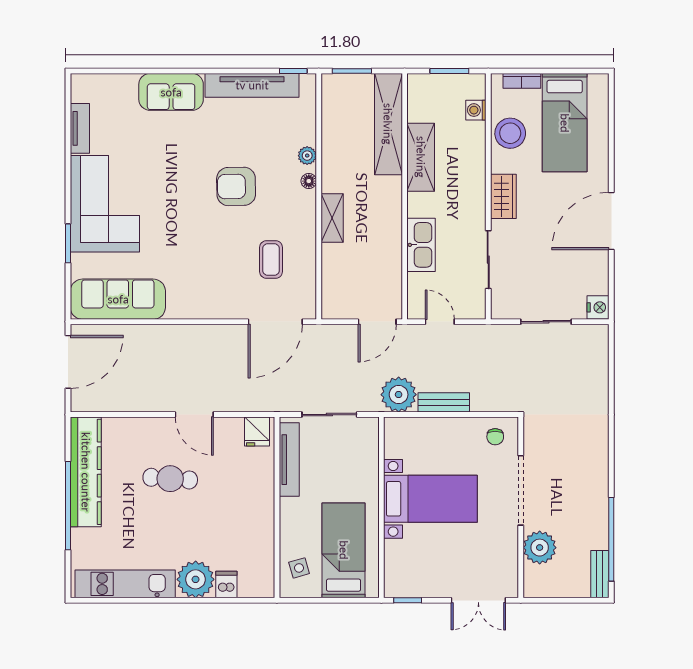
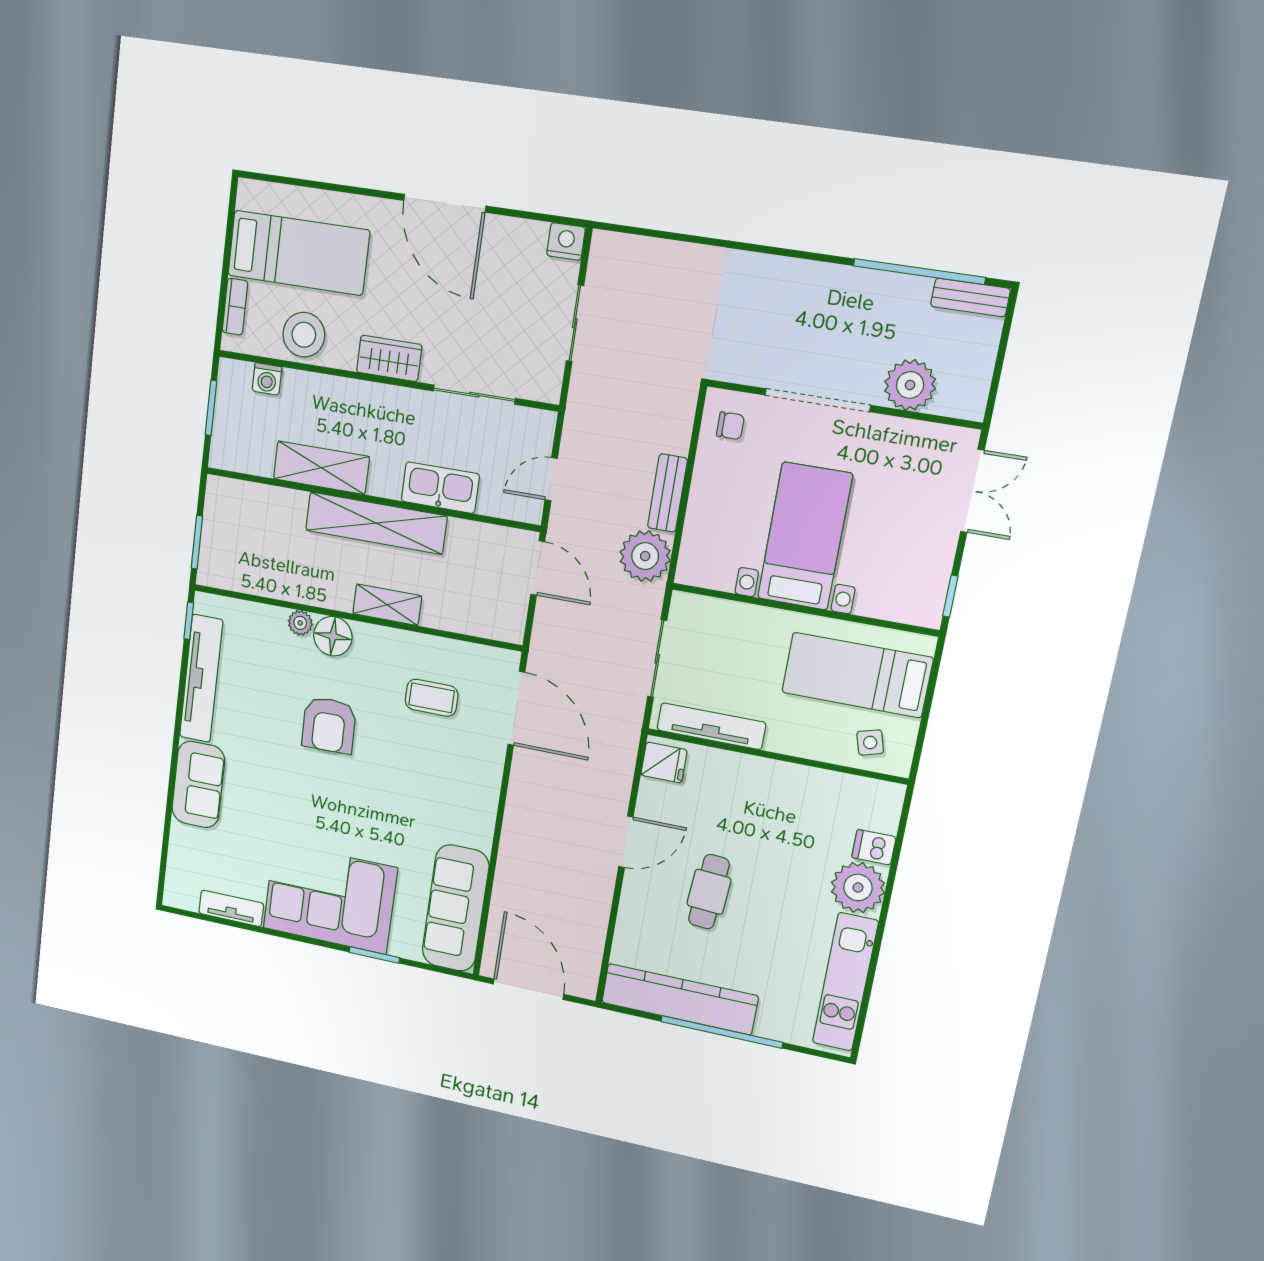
shelving: (388, 124) -> (376, 523), moved
floor lamp: (309, 181) -> (333, 636), width x1.89, depth x1.89

